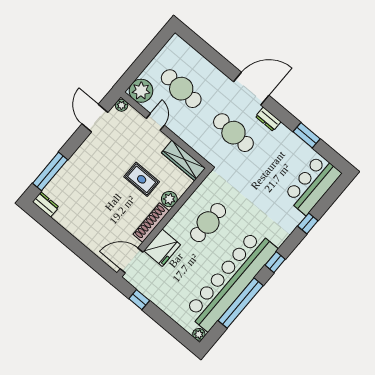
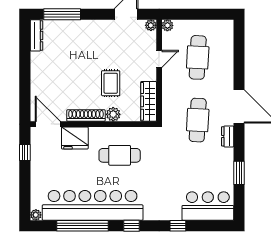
plant: (141, 91) -> (167, 25), width x0.53, depth x0.53
dresser: (46, 204) -> (36, 35), width x1.44

